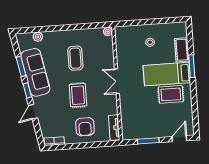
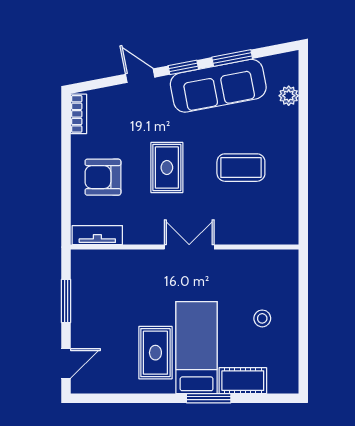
plant: (108, 32) -> (289, 236), removed
rug: (78, 95) -> (167, 168), turned 90
door: (179, 139) -> (66, 363), hinge flipped

